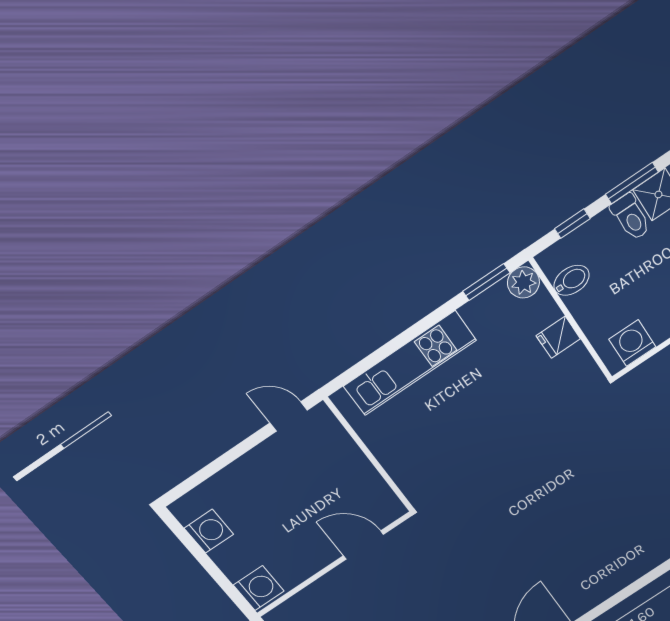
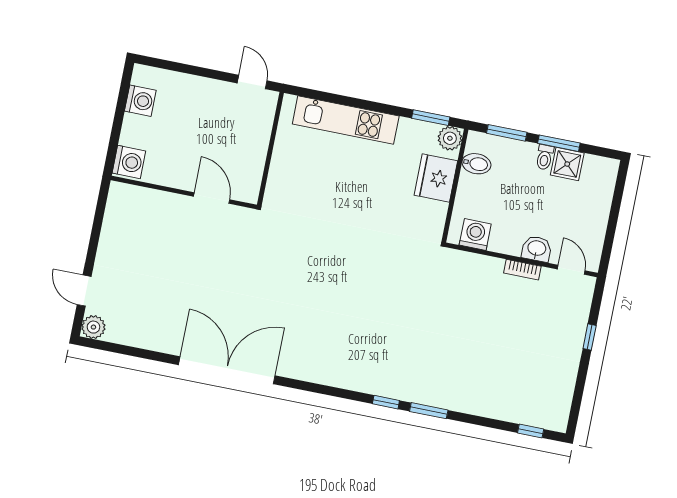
toilet: (631, 217) -> (545, 157), width x0.73, depth x0.72
window: (572, 224) -> (507, 133), width x1.50
fridge: (558, 337) -> (436, 178), width x1.88, depth x1.34

